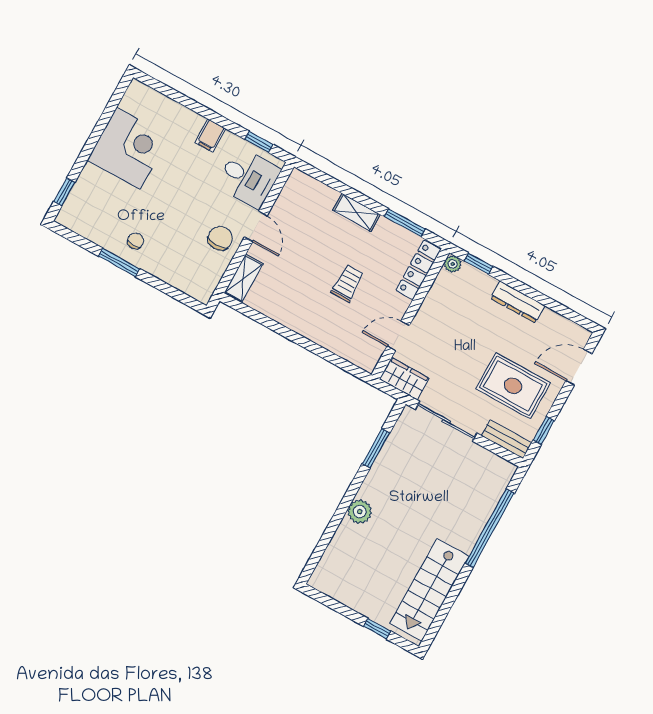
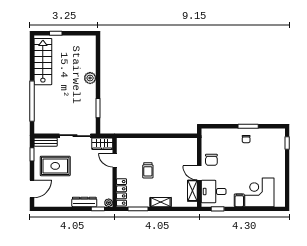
corner desk: (128, 148) -> (259, 192), moved, turned 90
shelving: (243, 278) -> (192, 191), moved
dresser: (518, 302) -> (84, 202), moved
door: (398, 336) -> (115, 160), swing flipped

